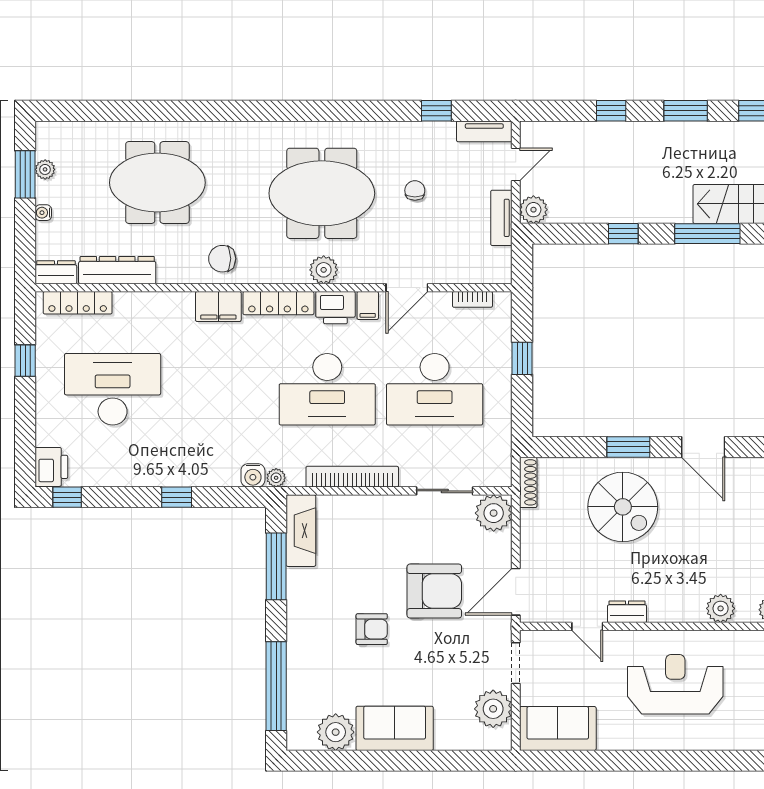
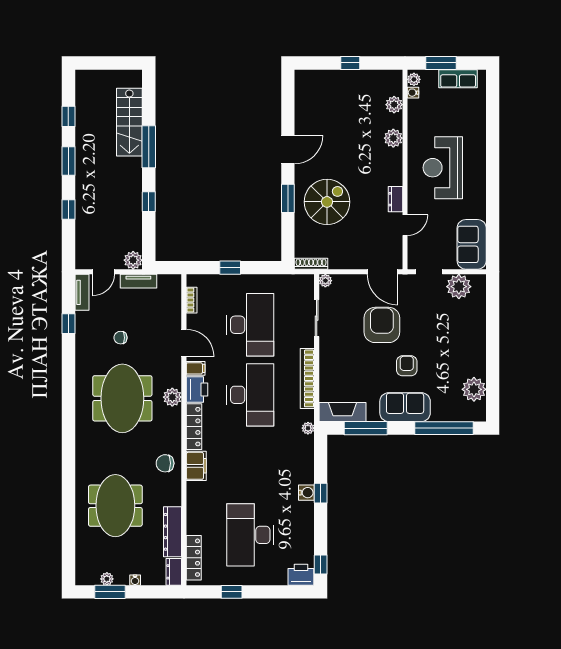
door: (516, 164) -> (104, 272), swing flipped
chair: (222, 259) -> (165, 463), turned 90
water cooler: (253, 475) -> (306, 493), moved
plant: (494, 513) -> (325, 281), width x0.53, depth x0.53
sofa: (395, 728) -> (405, 407), moved, turned 90

